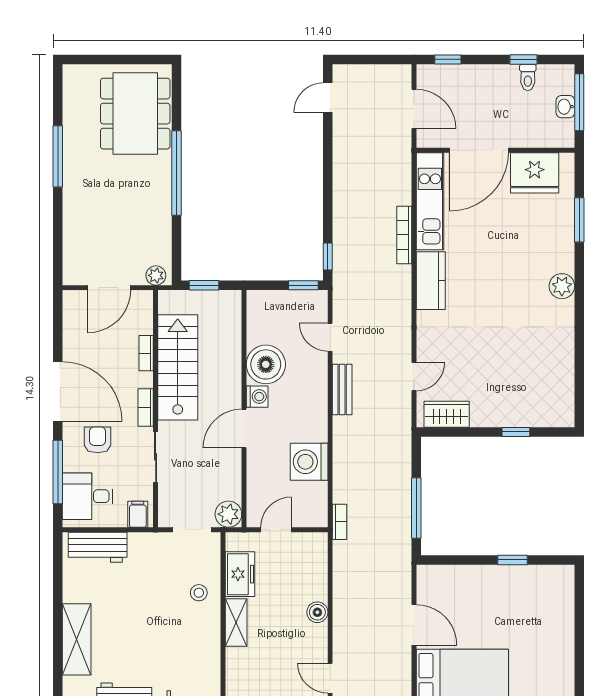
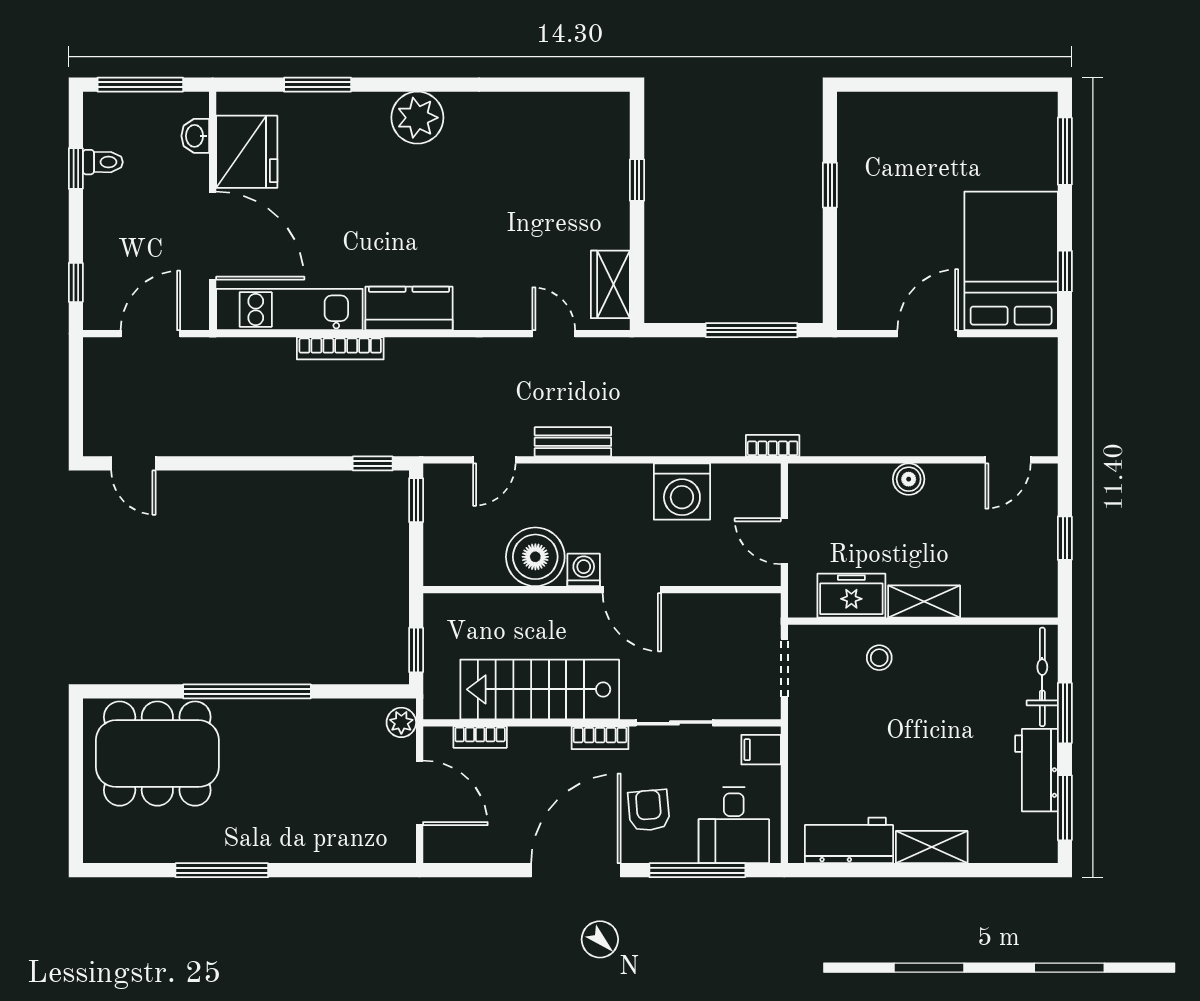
washbasin: (565, 107) -> (195, 136), moved, turned 90
plant: (562, 286) -> (417, 118), width x1.36, depth x1.36
bookcase: (146, 353) -> (480, 737), moved
armchair: (98, 440) -> (649, 810), turned 85
plant: (228, 514) -> (761, 613), removed
workbench: (98, 547) -> (849, 840), moved, turned -90
shelving: (77, 639) -> (932, 847), width x0.67, depth x0.75

